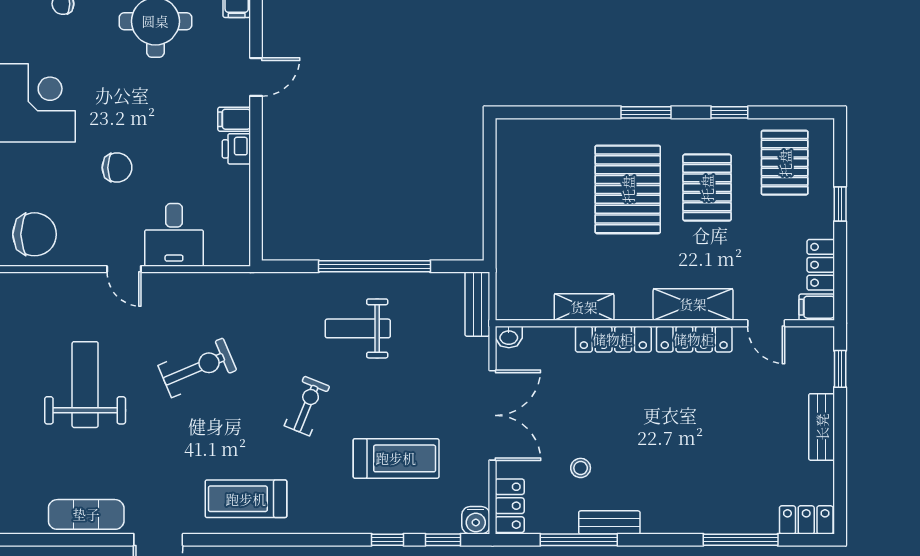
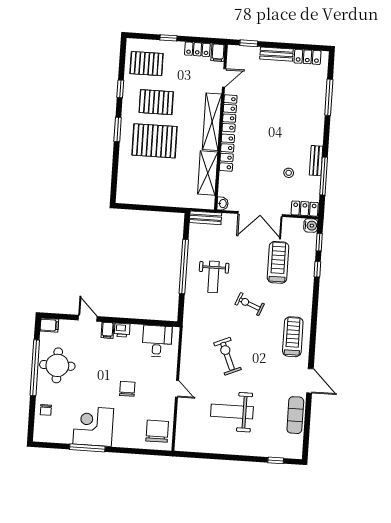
desk: (174, 235) -> (157, 341), moved, turned -90
door: (124, 269) -> (177, 389), hinge flipped
shelving: (693, 304) -> (212, 122), width x1.47
shelving: (584, 307) -> (208, 173), width x1.50, depth x1.33
double door: (492, 415) -> (260, 214), swing flipped
treadmill: (246, 499) -> (293, 337), turned 180
locker: (806, 520) -> (307, 57), moved, turned -90

